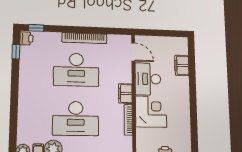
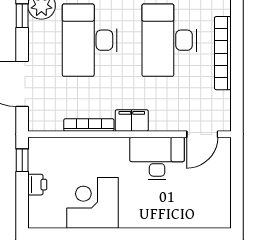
filing cabinet: (182, 65) -> (182, 217), removed
corner desk: (151, 112) -> (93, 203), moved, turned 180

